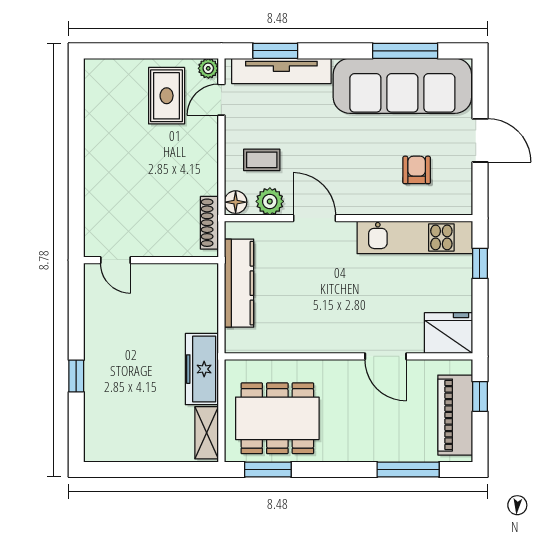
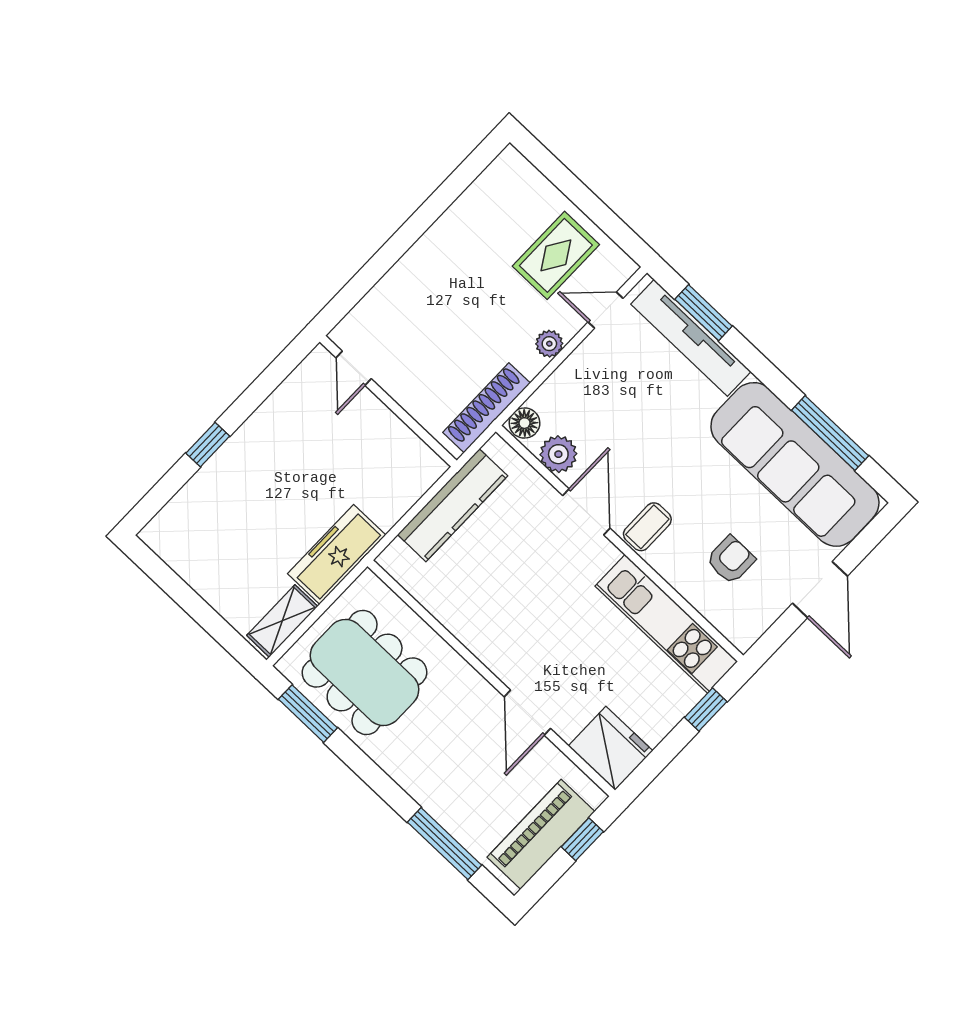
plant: (208, 68) -> (549, 344), moved
coffee table: (262, 160) -> (647, 527), moved, turned 90
shoe rack: (209, 223) -> (487, 408), width x1.36, depth x1.24

